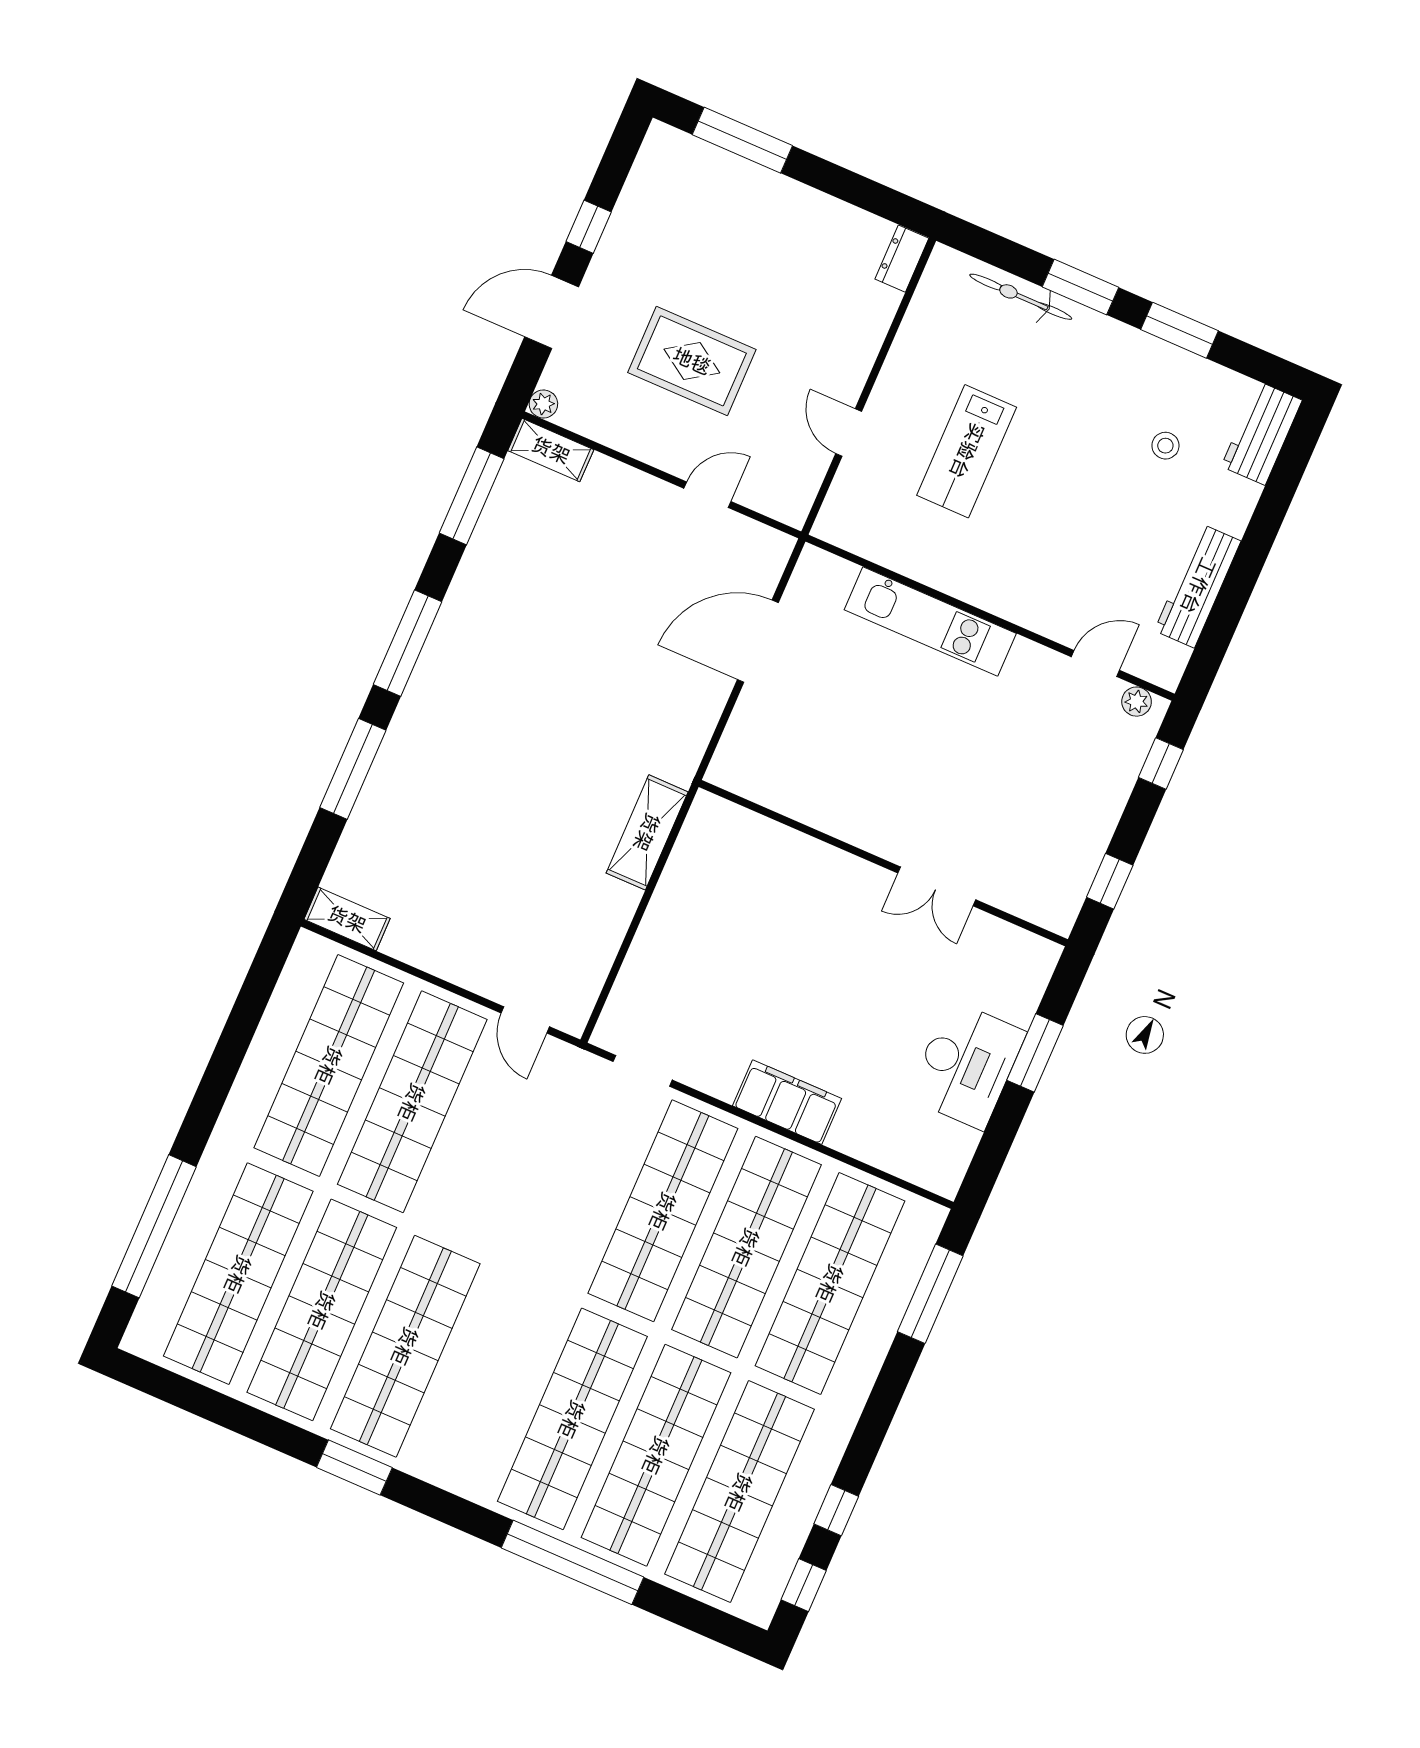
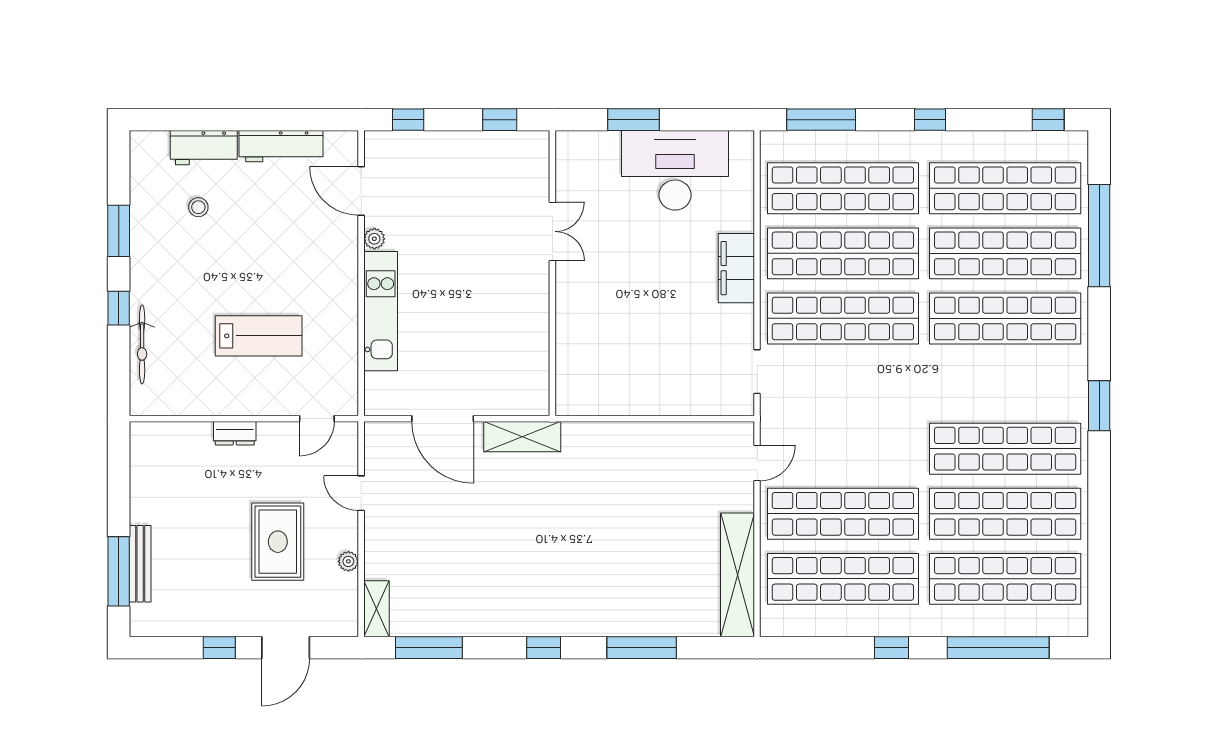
bench: (740, 172) -> (140, 564), added
dresser: (902, 259) -> (235, 433), moved
window: (1080, 287) -> (119, 308), width x0.67
door: (552, 312) -> (286, 648), hinge flipped
plant: (543, 404) -> (348, 561), moved
door: (849, 432) -> (317, 419), moved
workbench: (1262, 433) -> (204, 148), moved
window: (408, 643) -> (544, 648), width x0.46
door: (1095, 664) -> (361, 191), width x1.38
plant: (1137, 702) -> (374, 239), moved
shelving: (647, 832) -> (522, 437), moved
shelving: (347, 919) -> (737, 575), width x2.20, depth x1.33
desk: (967, 1065) -> (675, 170), width x1.36, depth x1.30
window: (213, 1090) -> (892, 648), added
window: (354, 1468) -> (1099, 406), moved
window: (836, 1510) -> (930, 120), moved
window: (573, 1562) -> (1099, 236), moved

